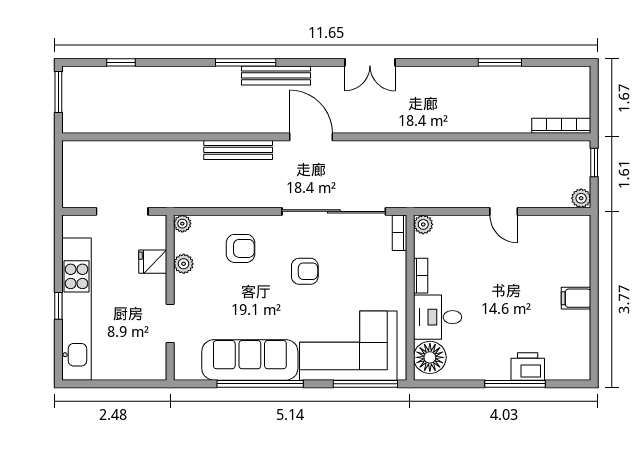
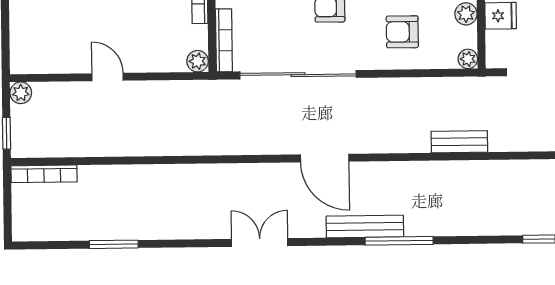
bench: (238, 150) -> (459, 142), moved, width x0.73
bookcase: (400, 233) -> (224, 40), width x1.56

